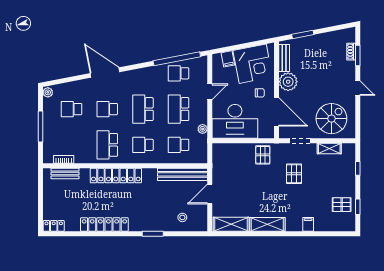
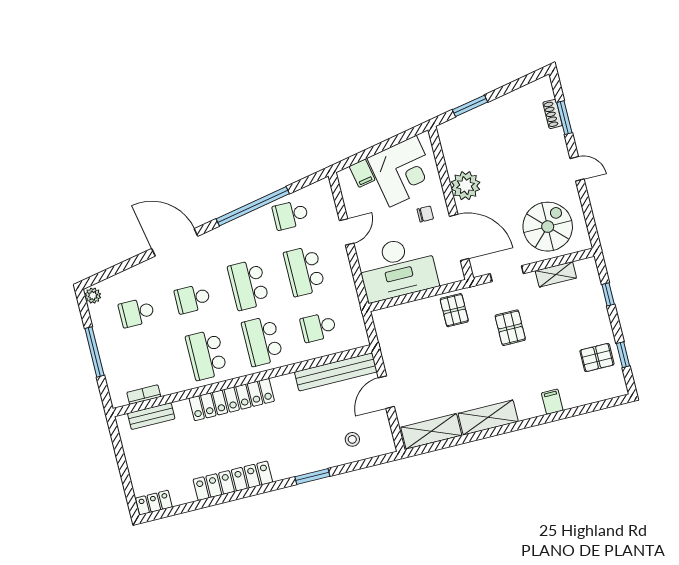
bench: (284, 58) -> (450, 150), removed
window: (177, 59) -> (253, 206), moved
plant: (203, 129) -> (350, 293), removed
school desk: (143, 145) -> (262, 341), width x1.85

